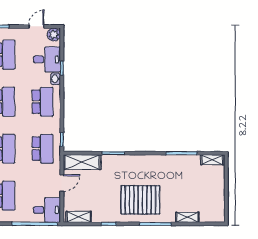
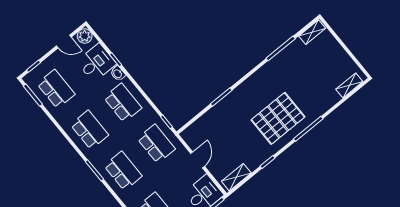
door: (36, 26) -> (64, 41), swing flipped
shelving: (82, 162) -> (200, 127), removed
shelving: (187, 217) -> (349, 85), moved

